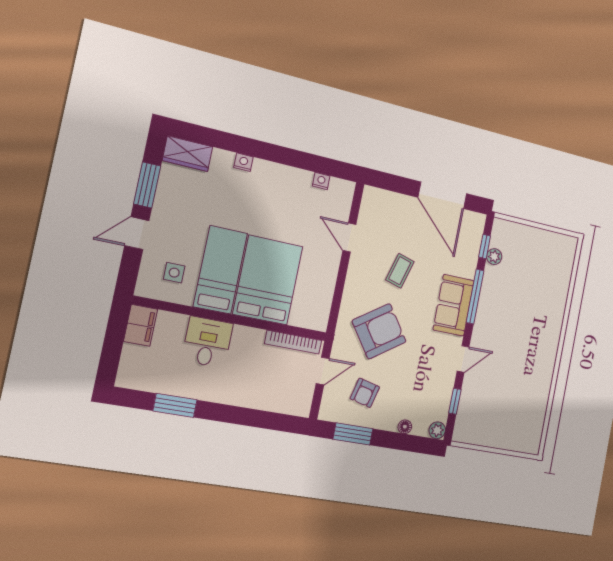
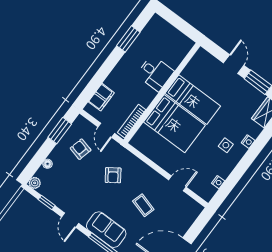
side table: (174, 273) -> (226, 145), moved
filing cabinet: (141, 325) -> (101, 97), moved, turned -90
armchair: (379, 331) -> (113, 175), width x0.53, depth x0.53

